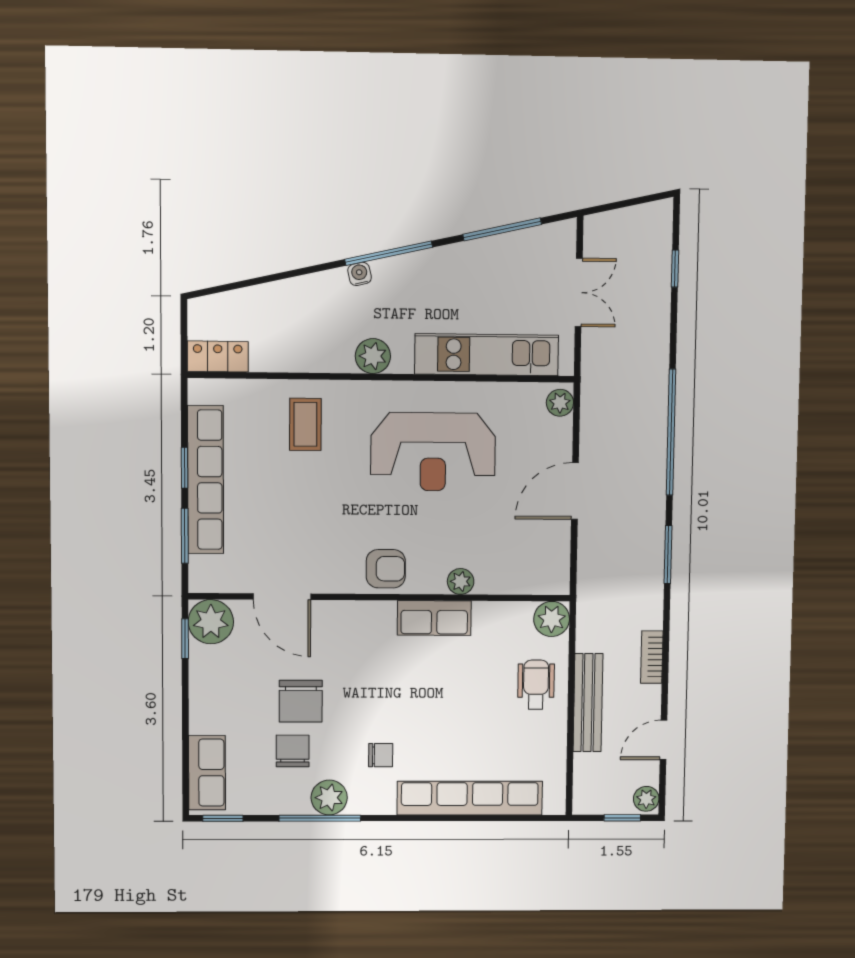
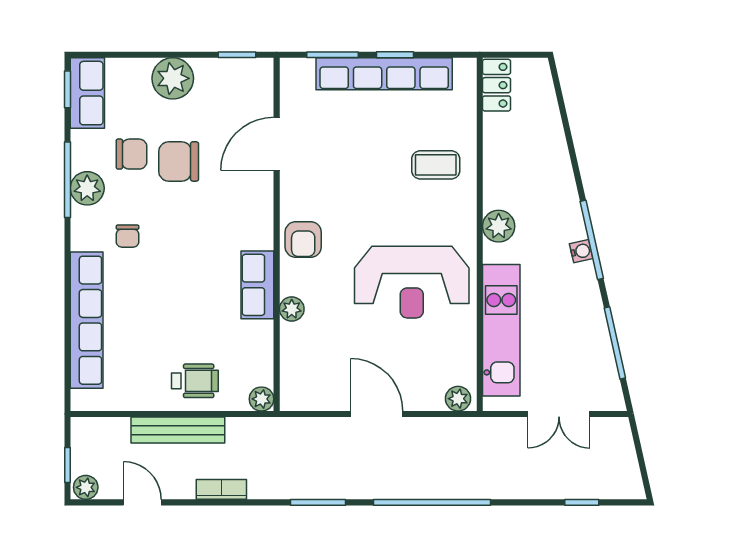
water cooler: (360, 274) -> (581, 251), moved
reception desk: (433, 452) -> (412, 282), turned -90
plant: (552, 619) -> (261, 399), width x0.73, depth x0.73
plant: (211, 622) -> (173, 78), moved
row of seats: (207, 773) -> (87, 93), moved, turned -90

